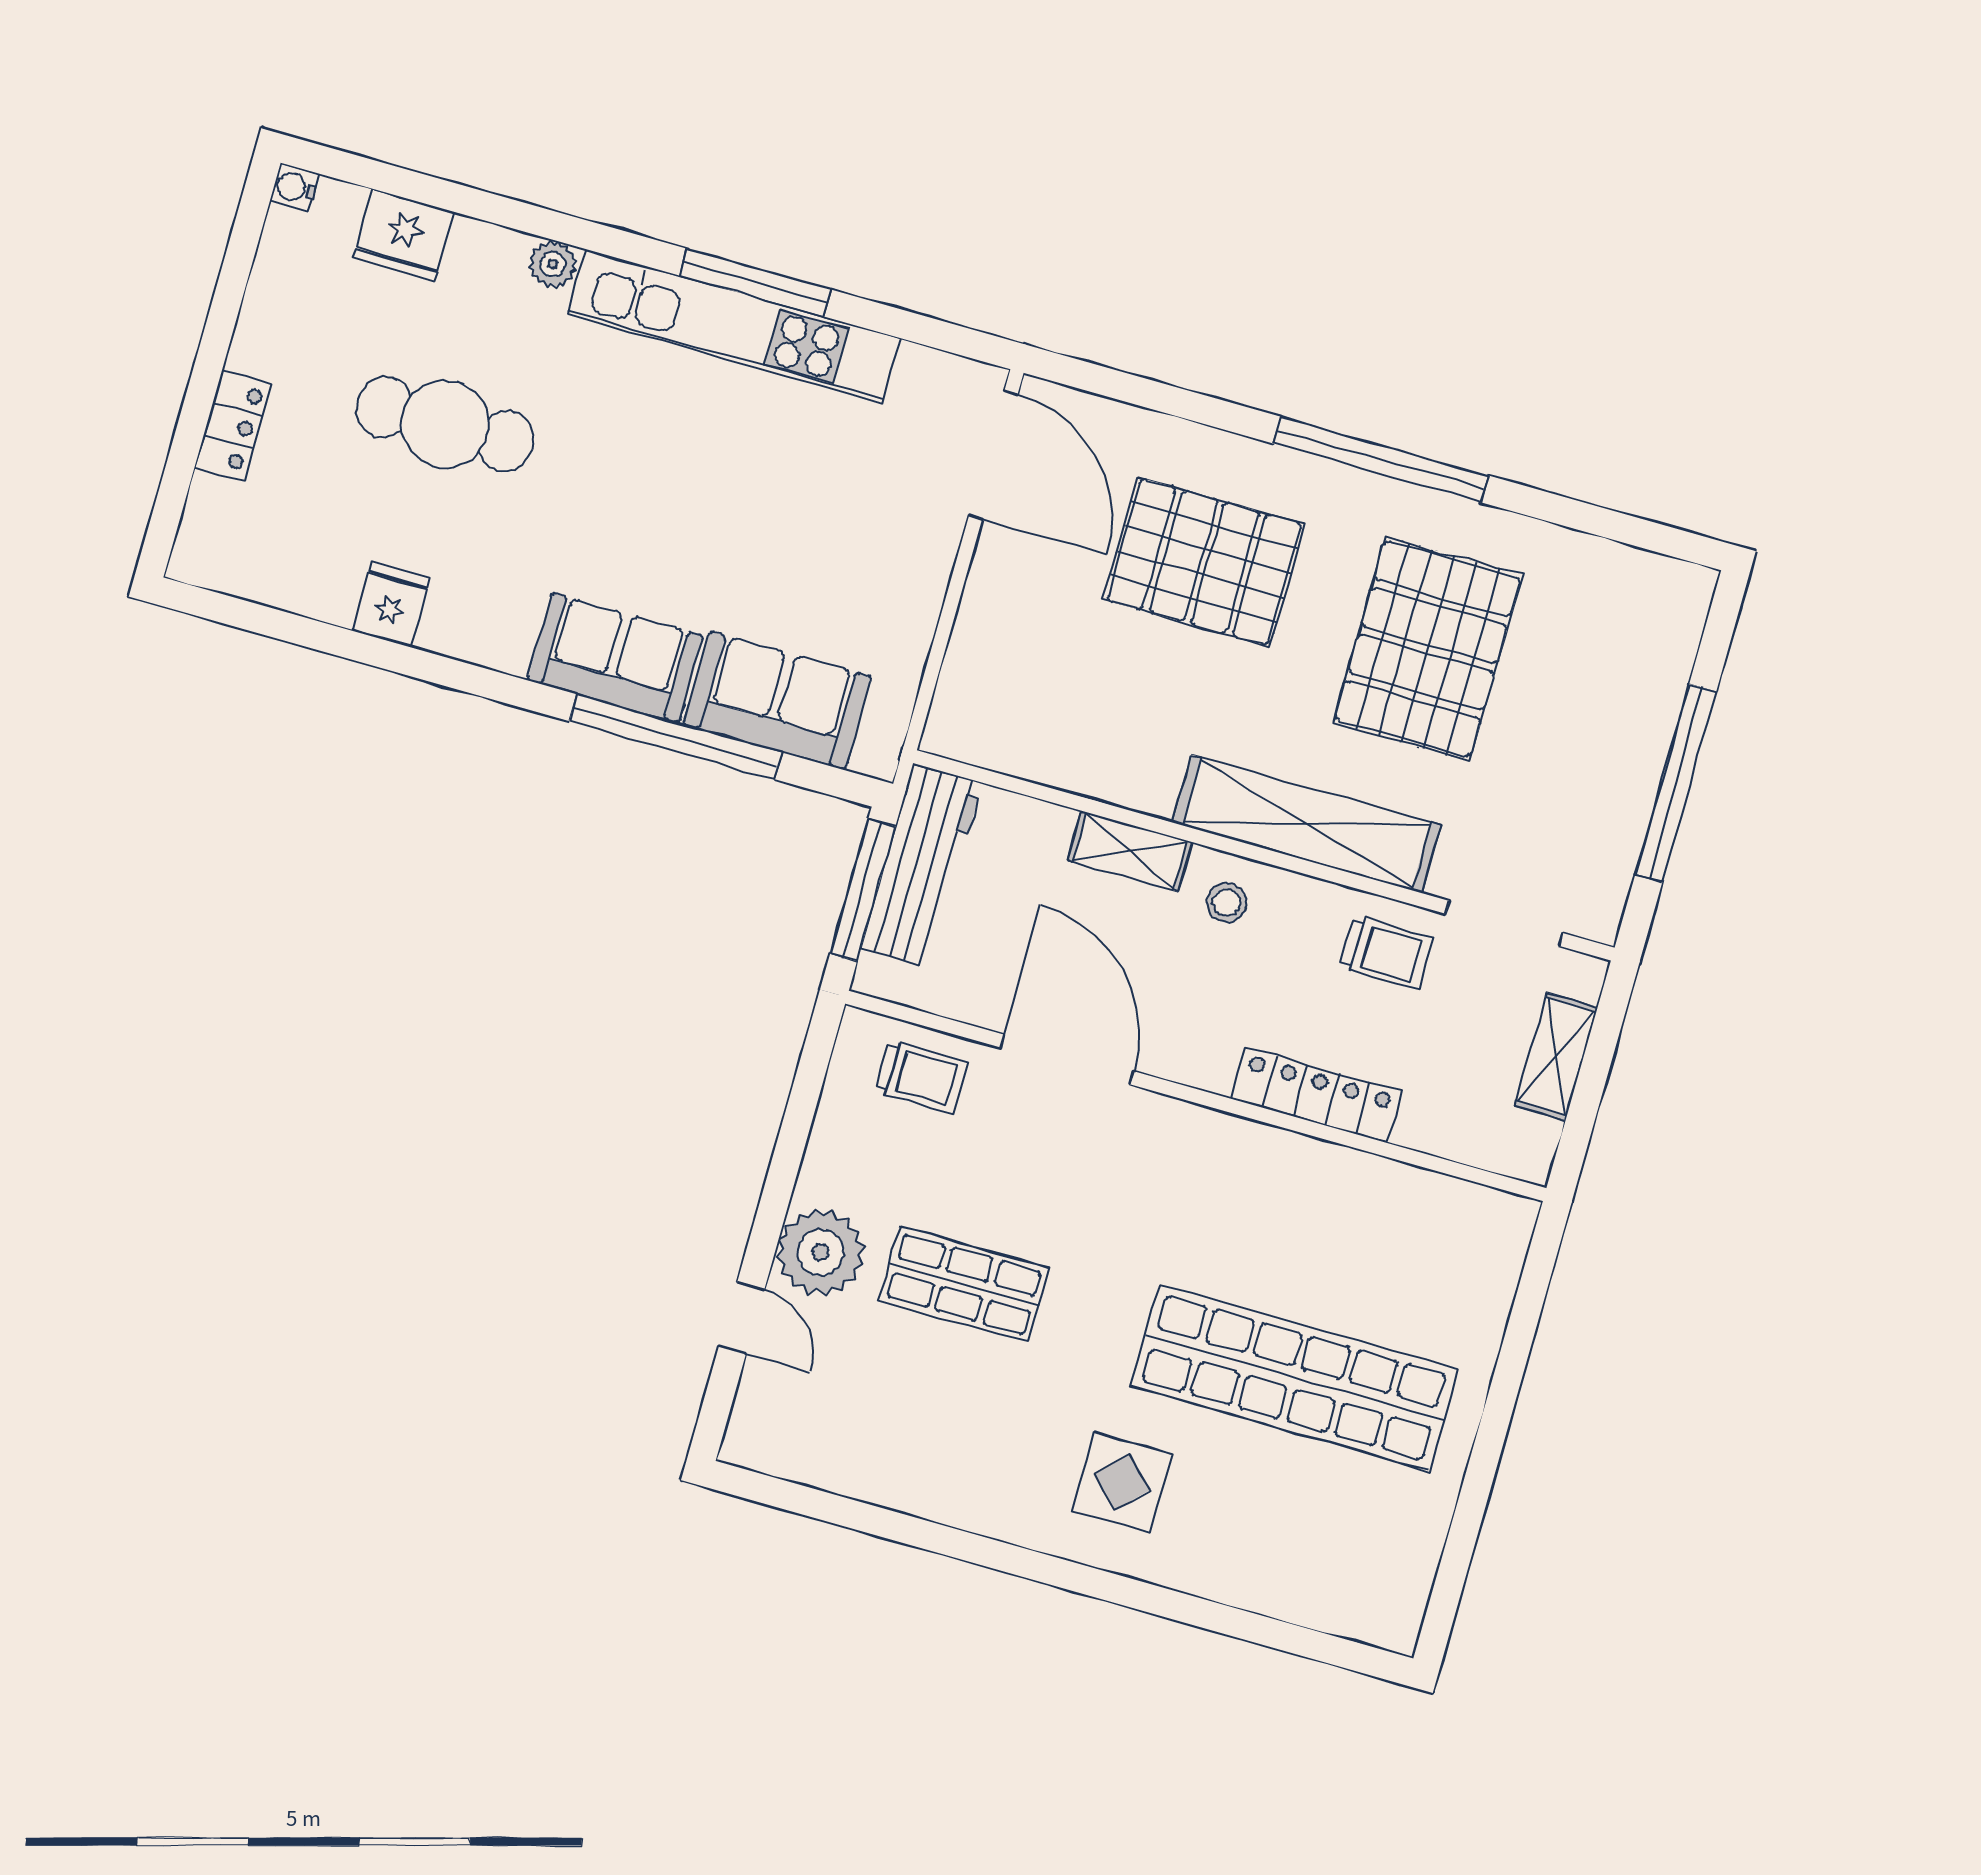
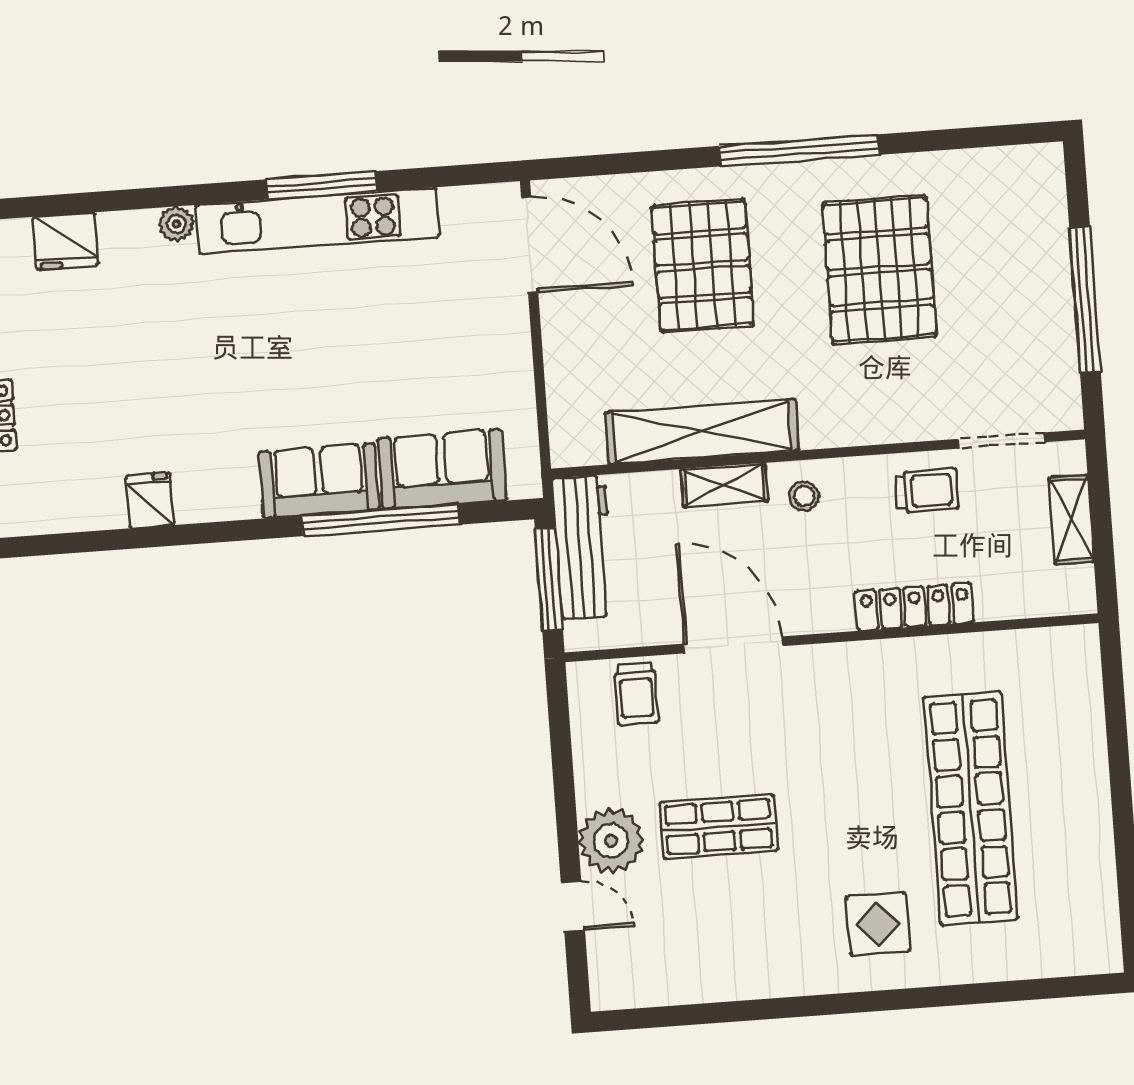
cafe table: (445, 424) -> (142, 362), removed
pallet: (1204, 562) -> (703, 266), turned 90
shelving: (1307, 824) -> (702, 432), moved
trolley: (921, 1077) -> (636, 694), turned 90
shop shelf: (1294, 1378) -> (971, 808), turned 90

